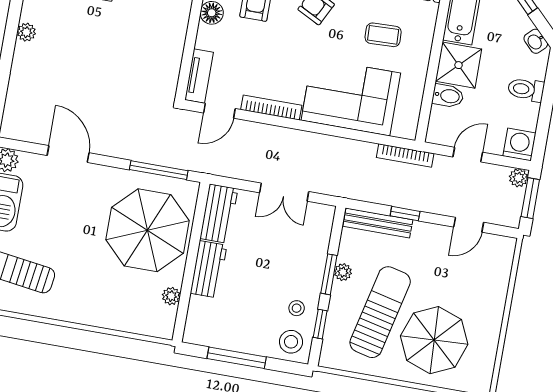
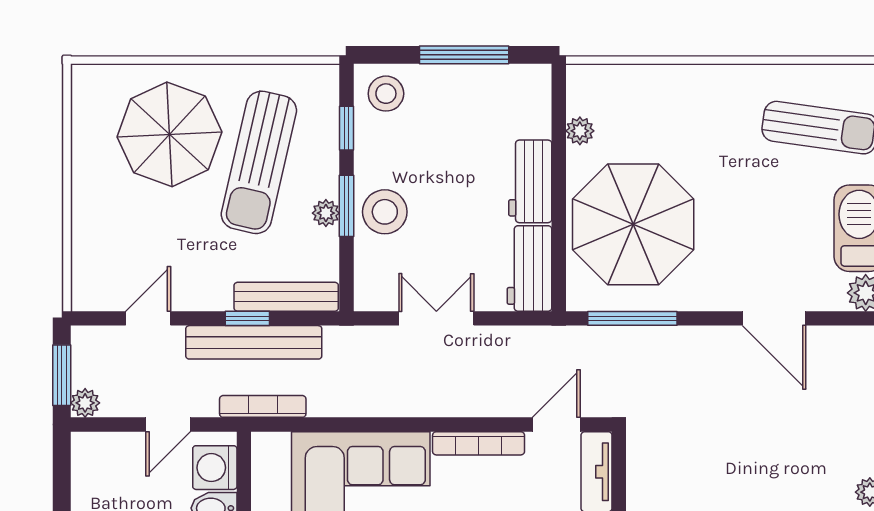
washing machine: (519, 144) -> (215, 468), moved, turned 90
bench: (404, 197) -> (254, 342), added
stool: (297, 308) -> (385, 212), moved, width x1.89, depth x1.89

